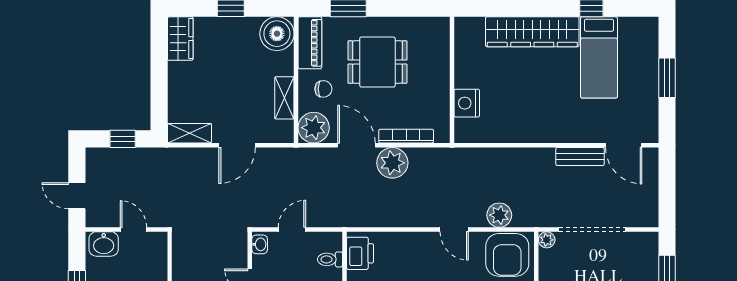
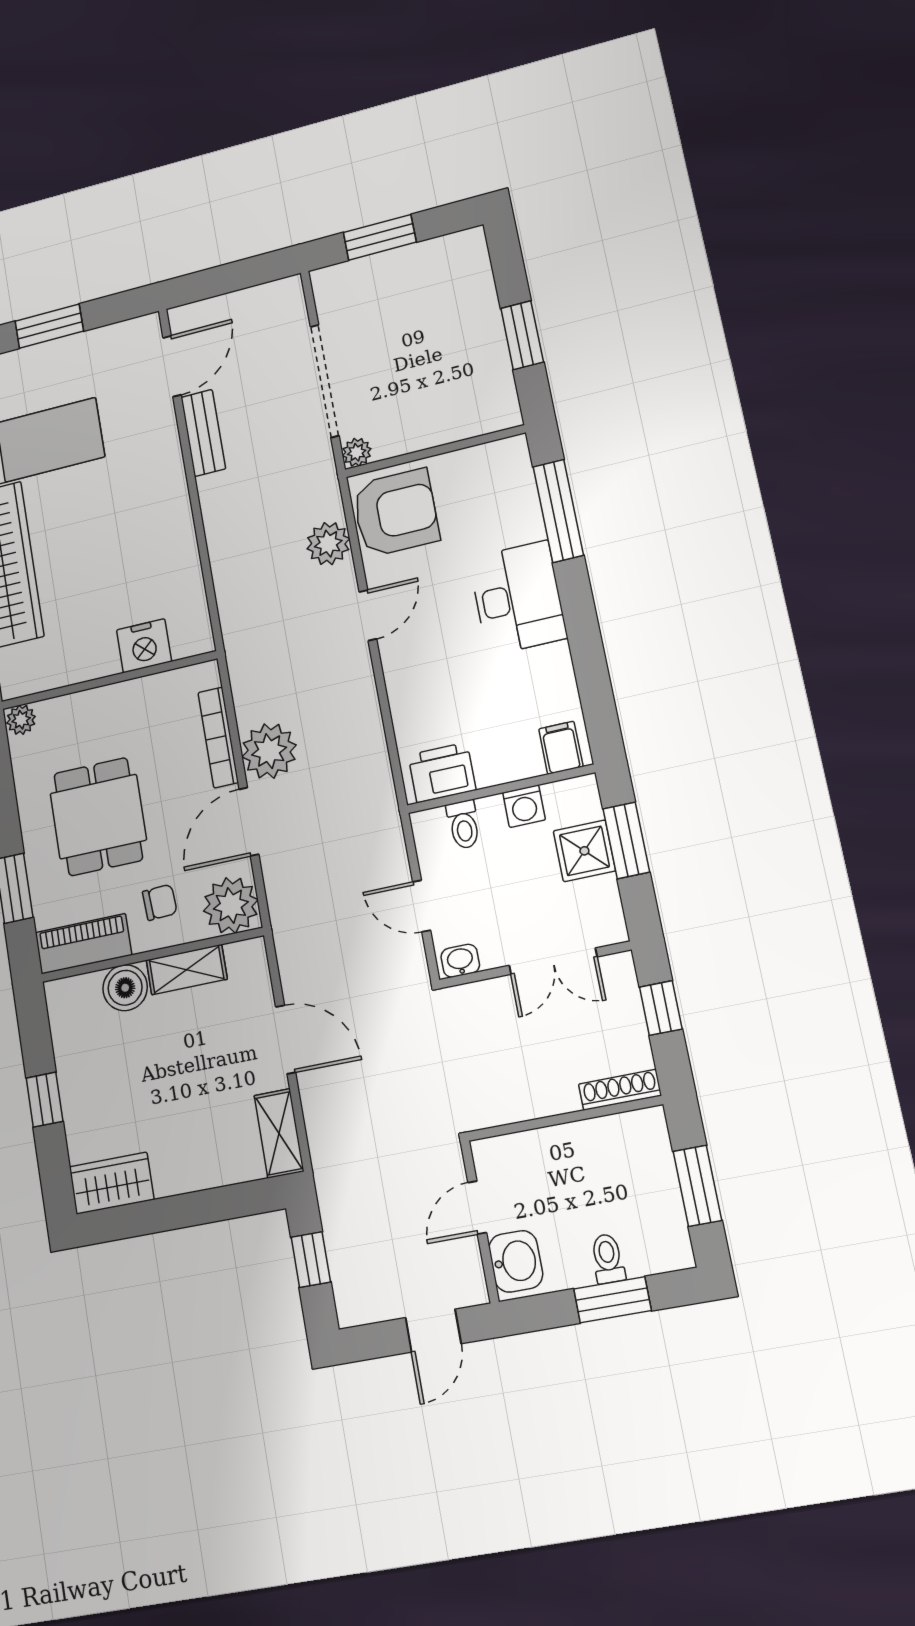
plant: (441, 26) -> (21, 720), added
boiler: (277, 34) -> (125, 988), moved, width x0.73, depth x0.73
chair: (323, 89) -> (160, 902), turned 87

